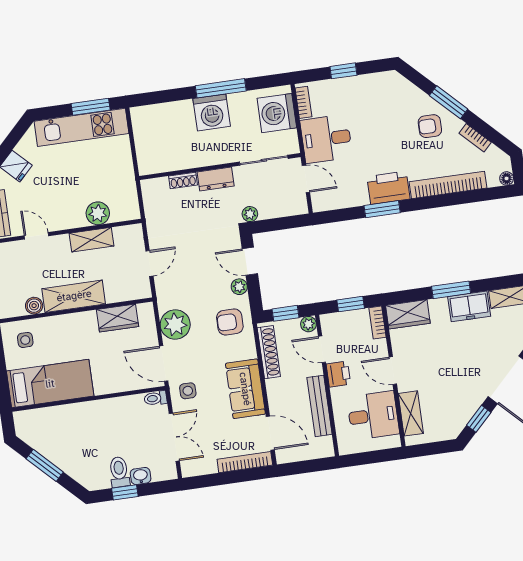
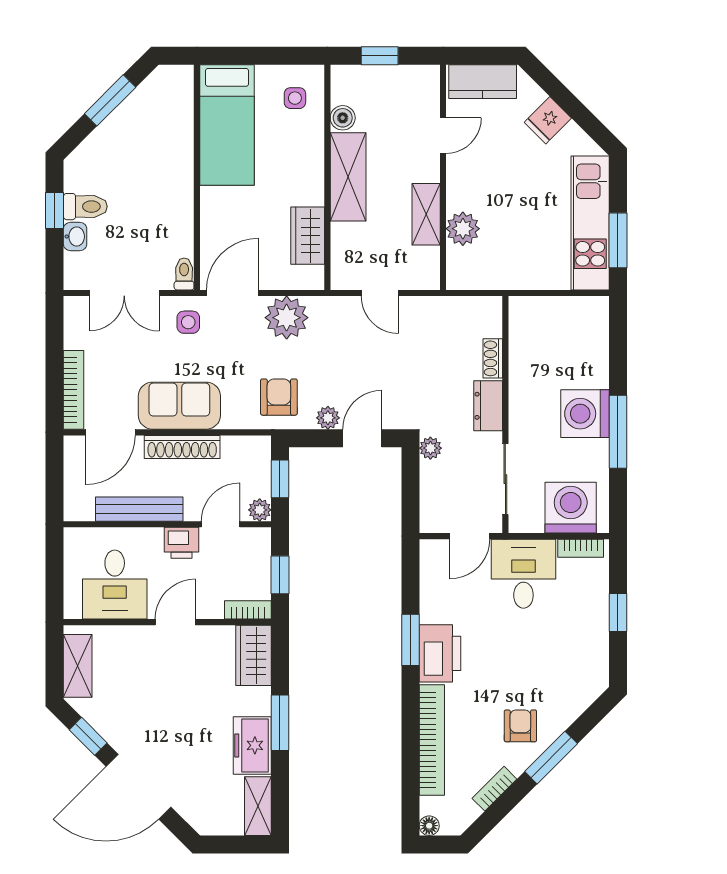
shoe rack: (269, 352) -> (182, 447), moved
shelving: (411, 413) -> (78, 666), moved, turned 90

